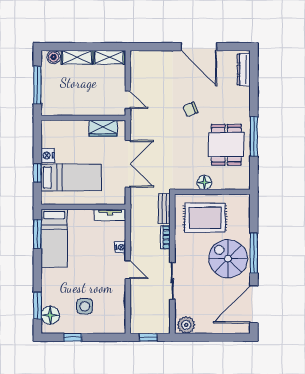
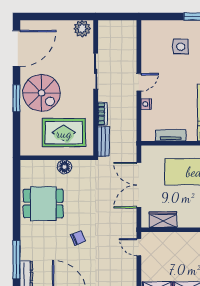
window: (254, 136) -> (16, 260), moved
dining table: (226, 145) -> (43, 204), turned 90
tv unit: (110, 215) -> (171, 135), moved
window: (254, 253) -> (16, 98), width x0.69
door: (128, 270) -> (139, 82), swing flipped
window: (148, 337) -> (119, 16), removed

